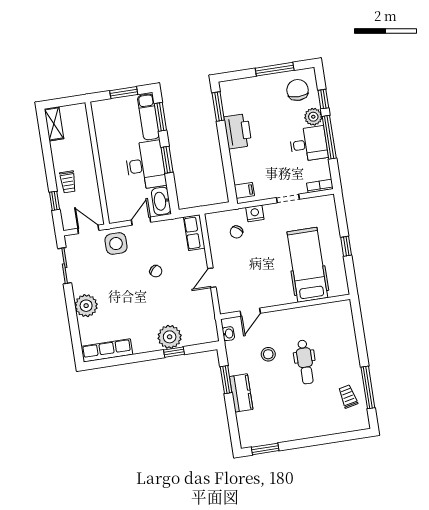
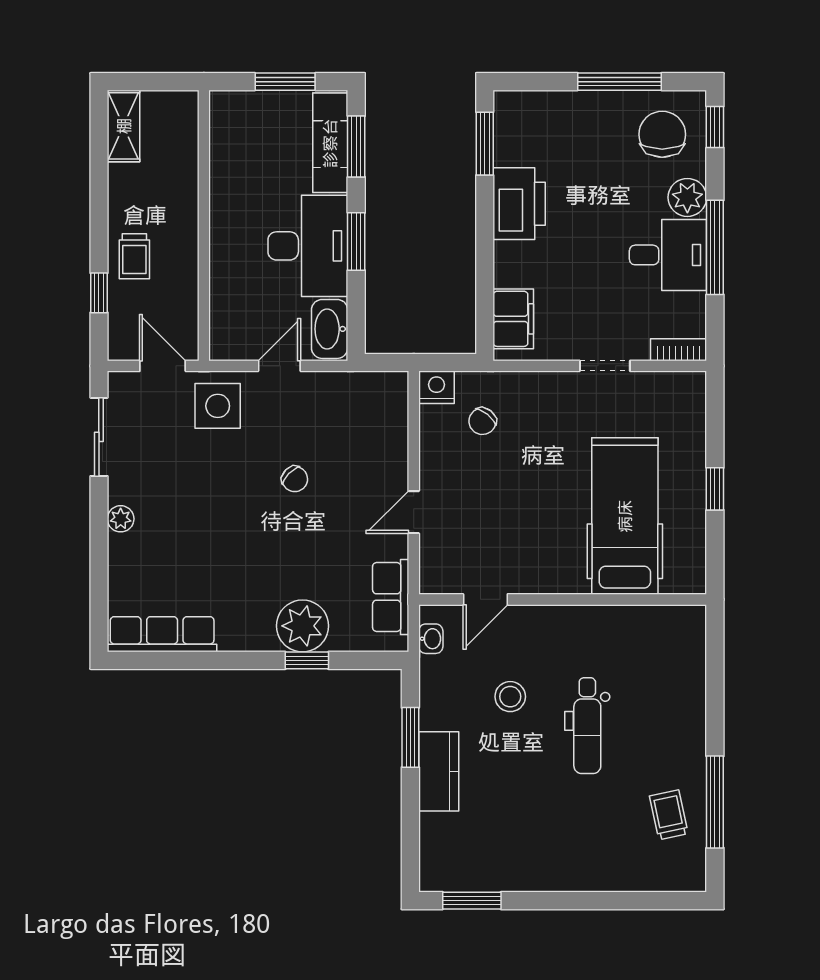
window: (323, 99) -> (715, 127), moved
filing cabinet: (244, 190) -> (513, 319), width x2.00
nightstand: (255, 213) -> (436, 387), moved
row of seats: (194, 233) -> (391, 597), moved
plant: (86, 306) -> (121, 519), width x0.53, depth x0.53

